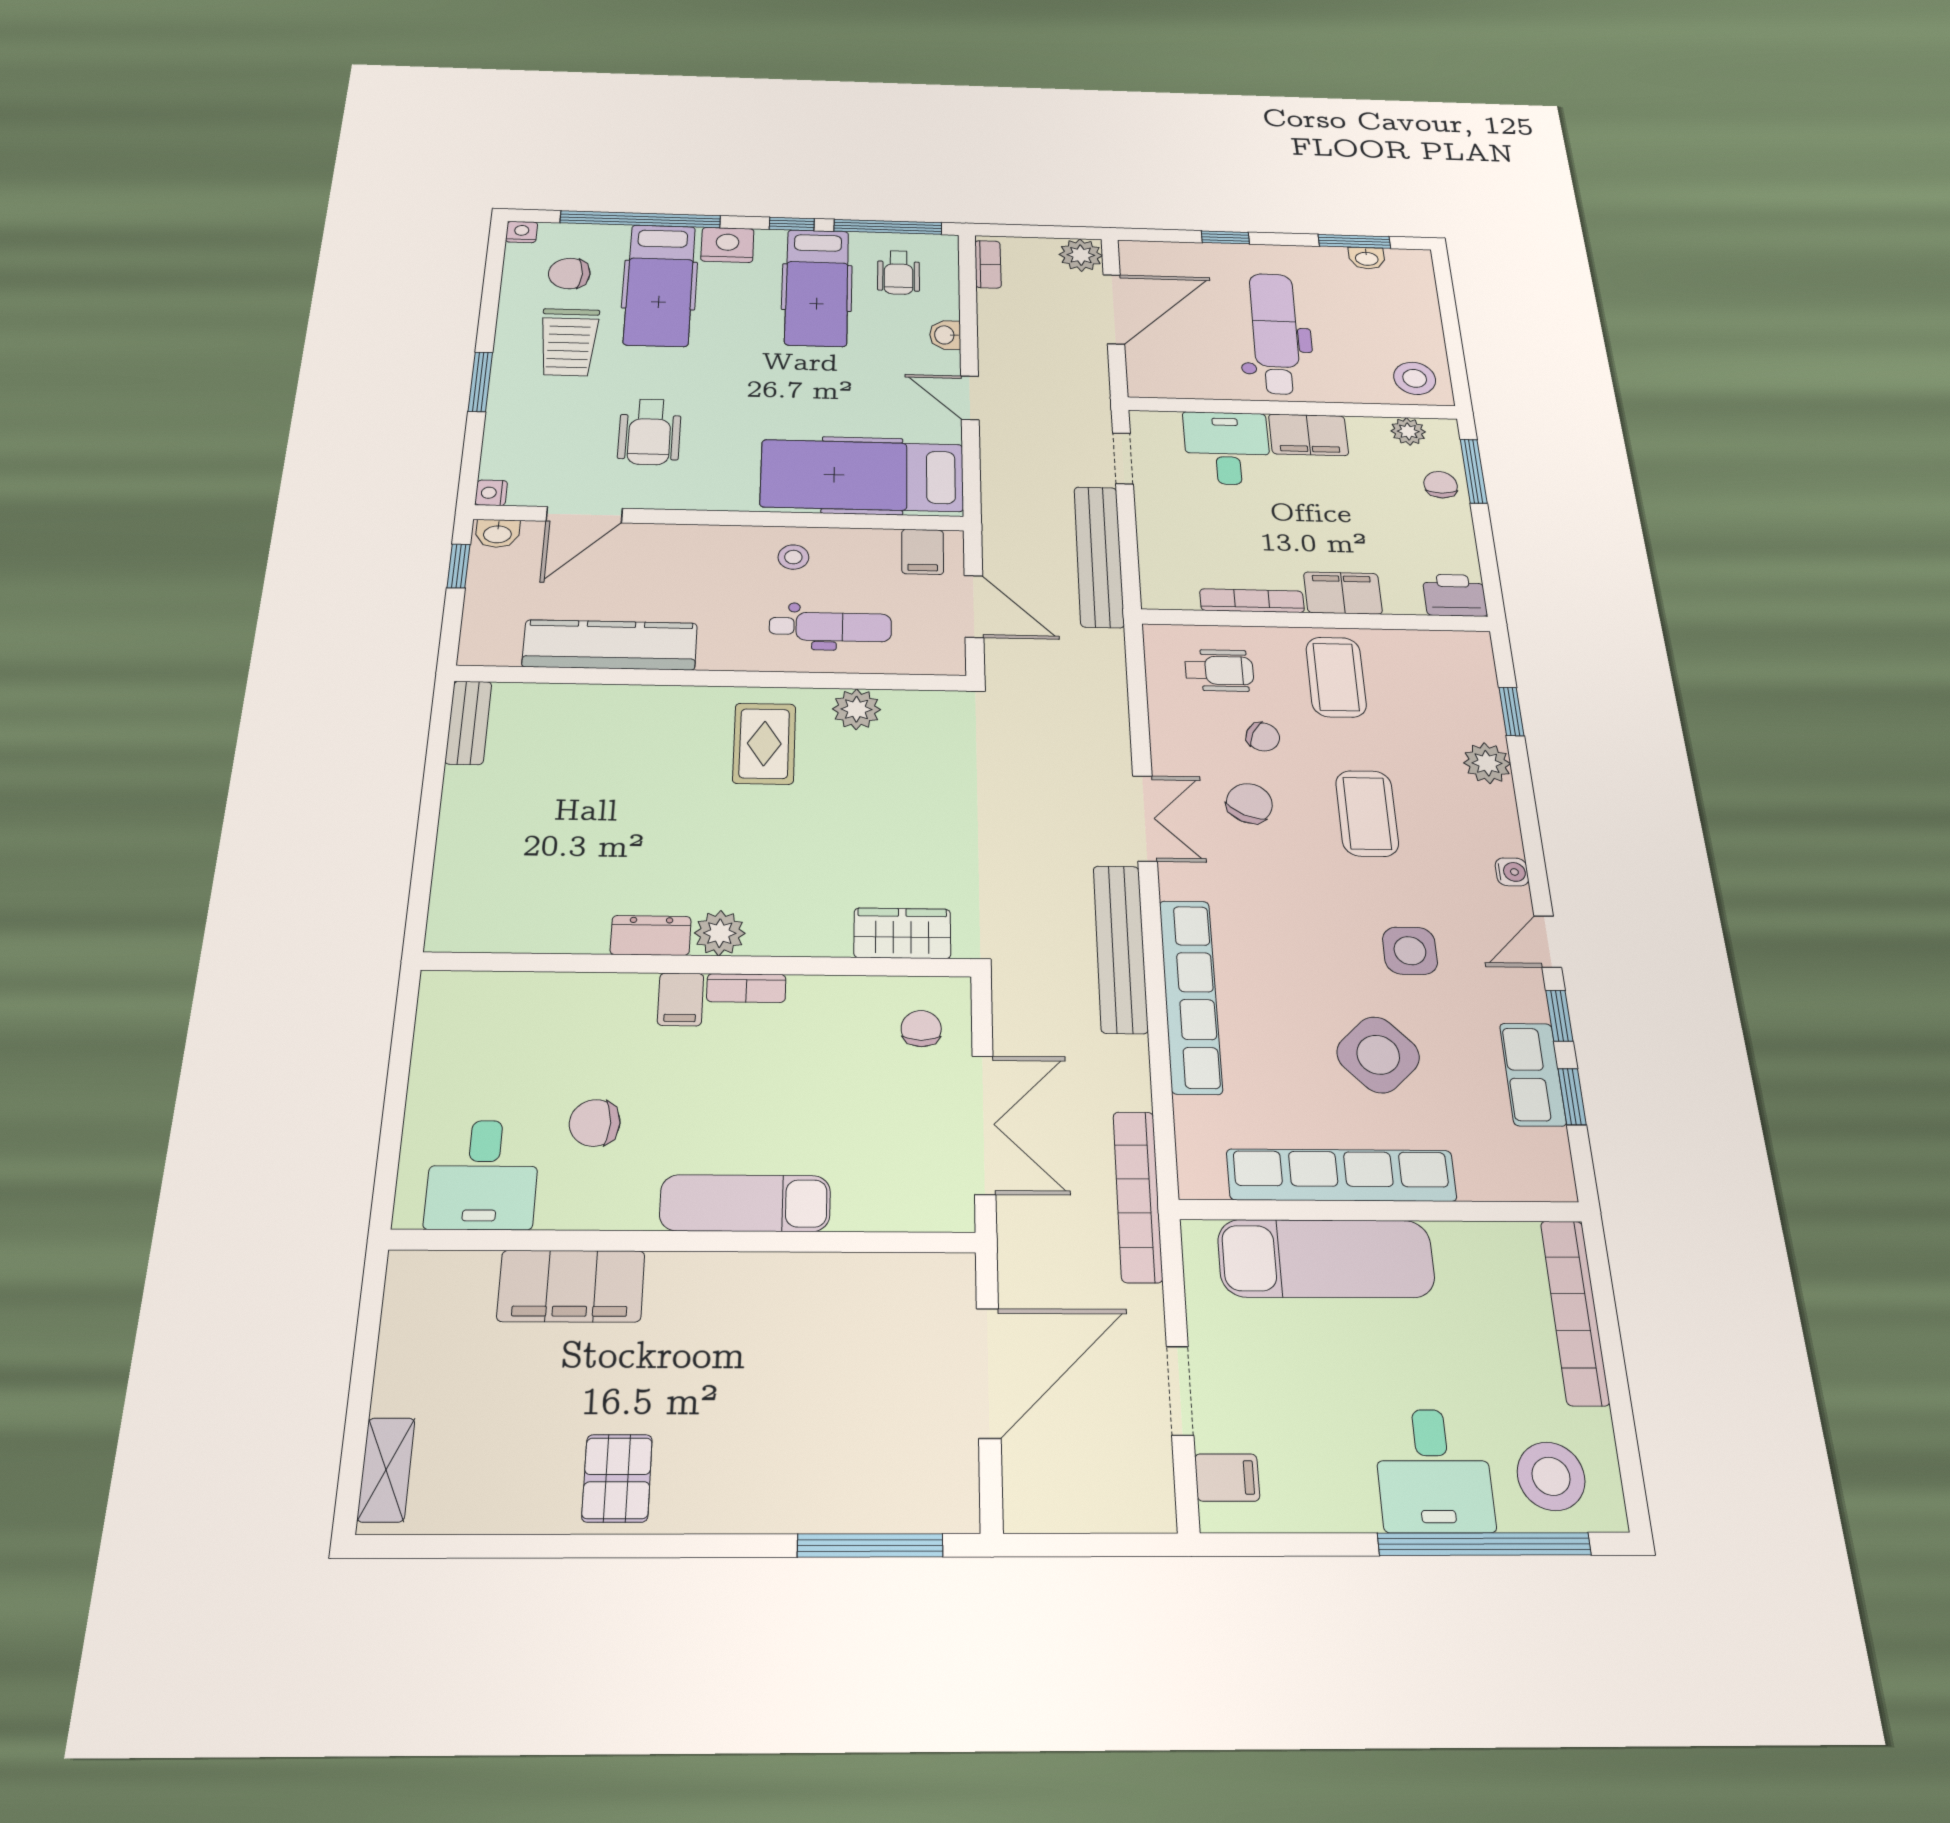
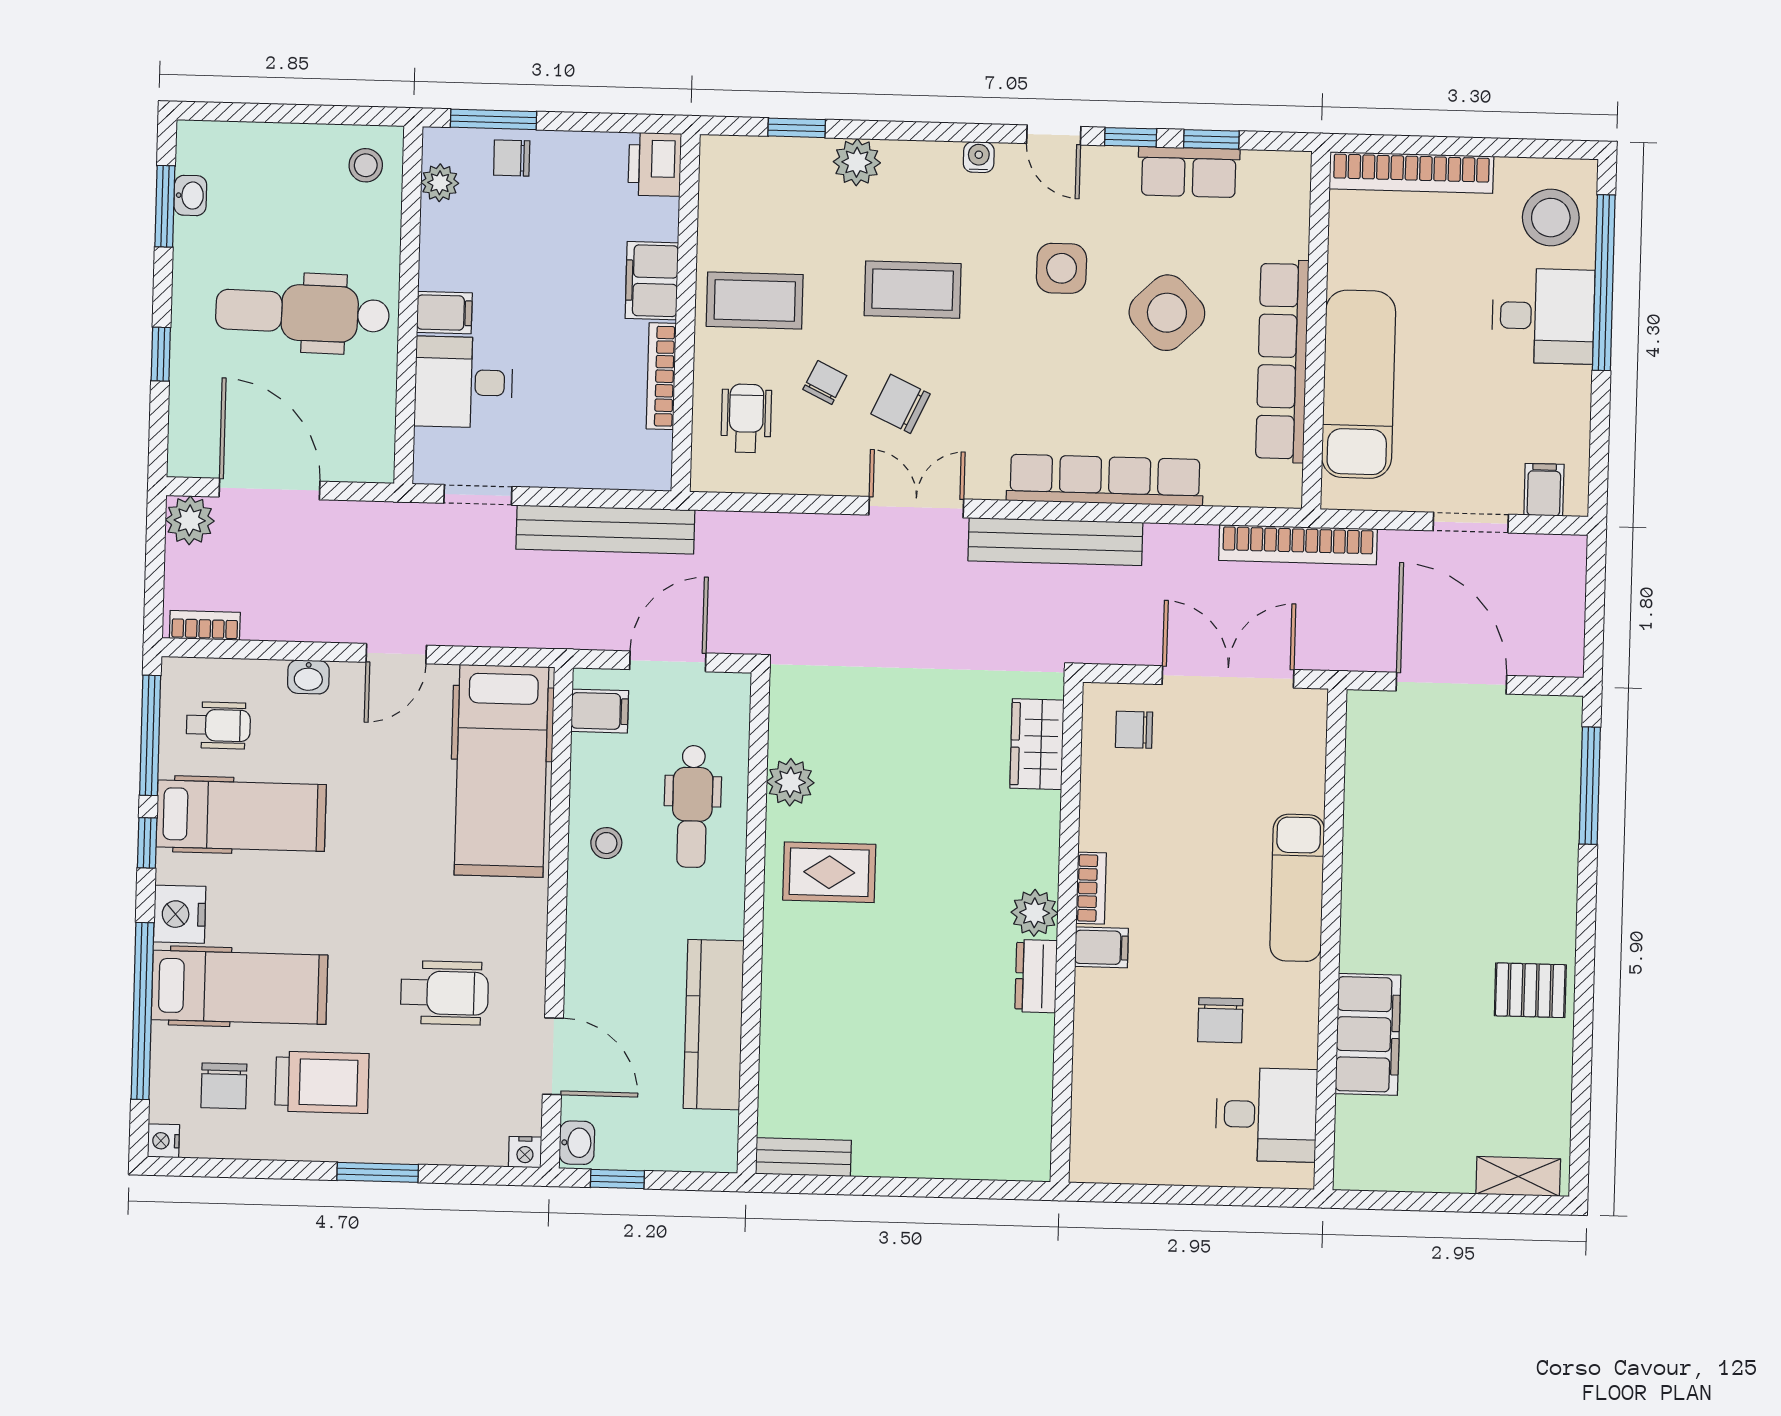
stool: (1415, 378) -> (366, 165), width x0.73, depth x0.73
filing cabinet: (1308, 435) -> (444, 313), width x0.50
dental chair: (830, 627) -> (692, 806), turned 180

